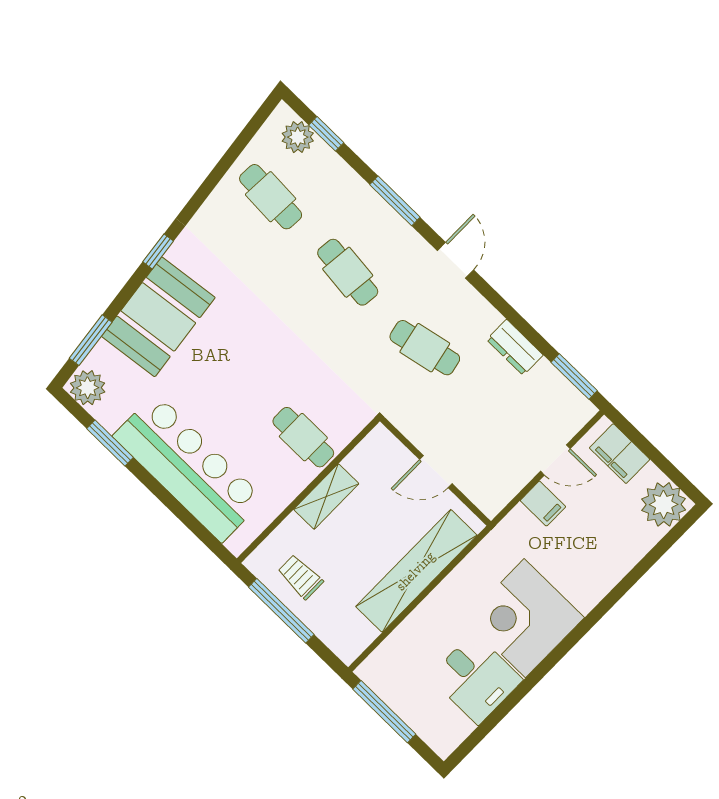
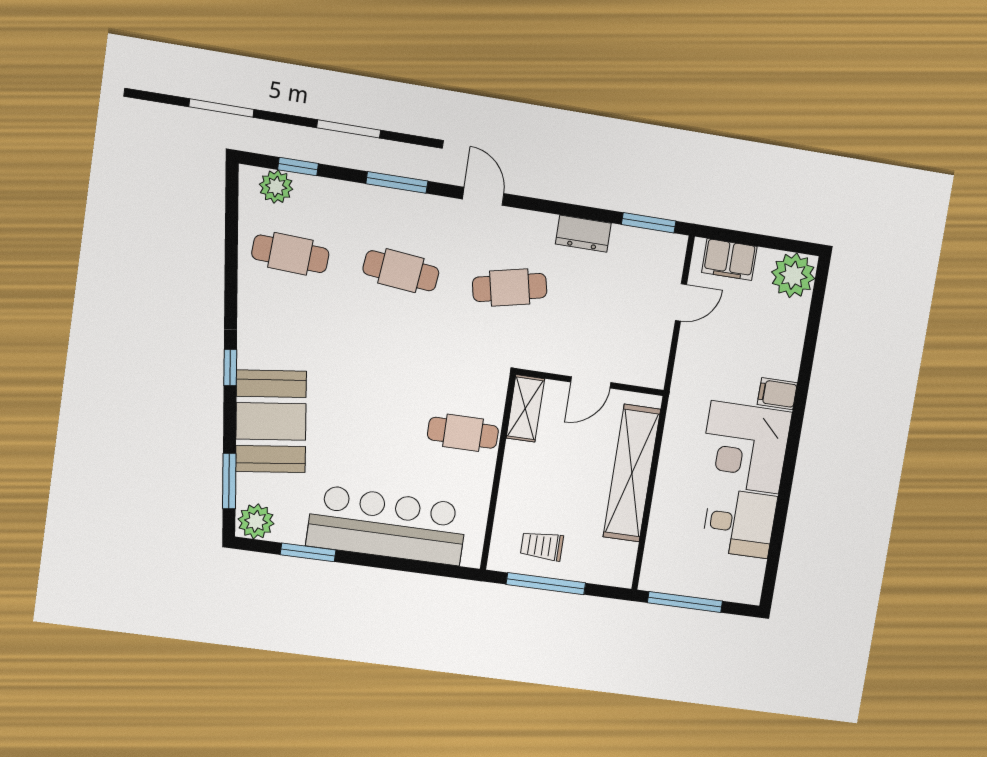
shelving: (326, 497) -> (525, 408), moved
filing cabinet: (543, 504) -> (777, 394), moved, turned 180

